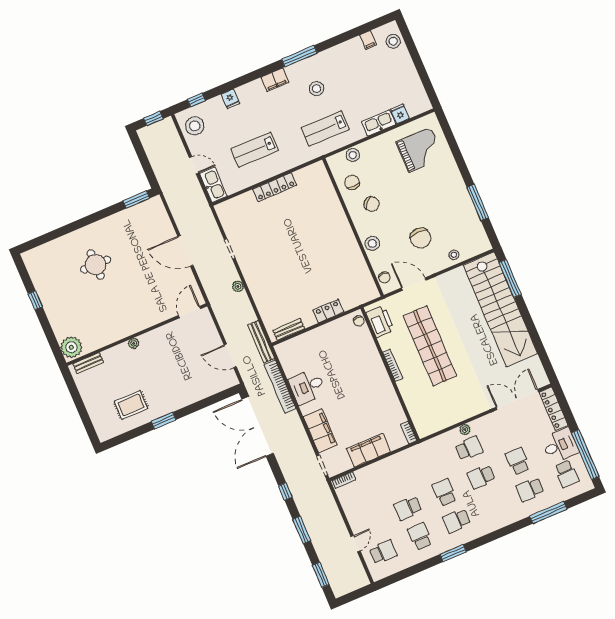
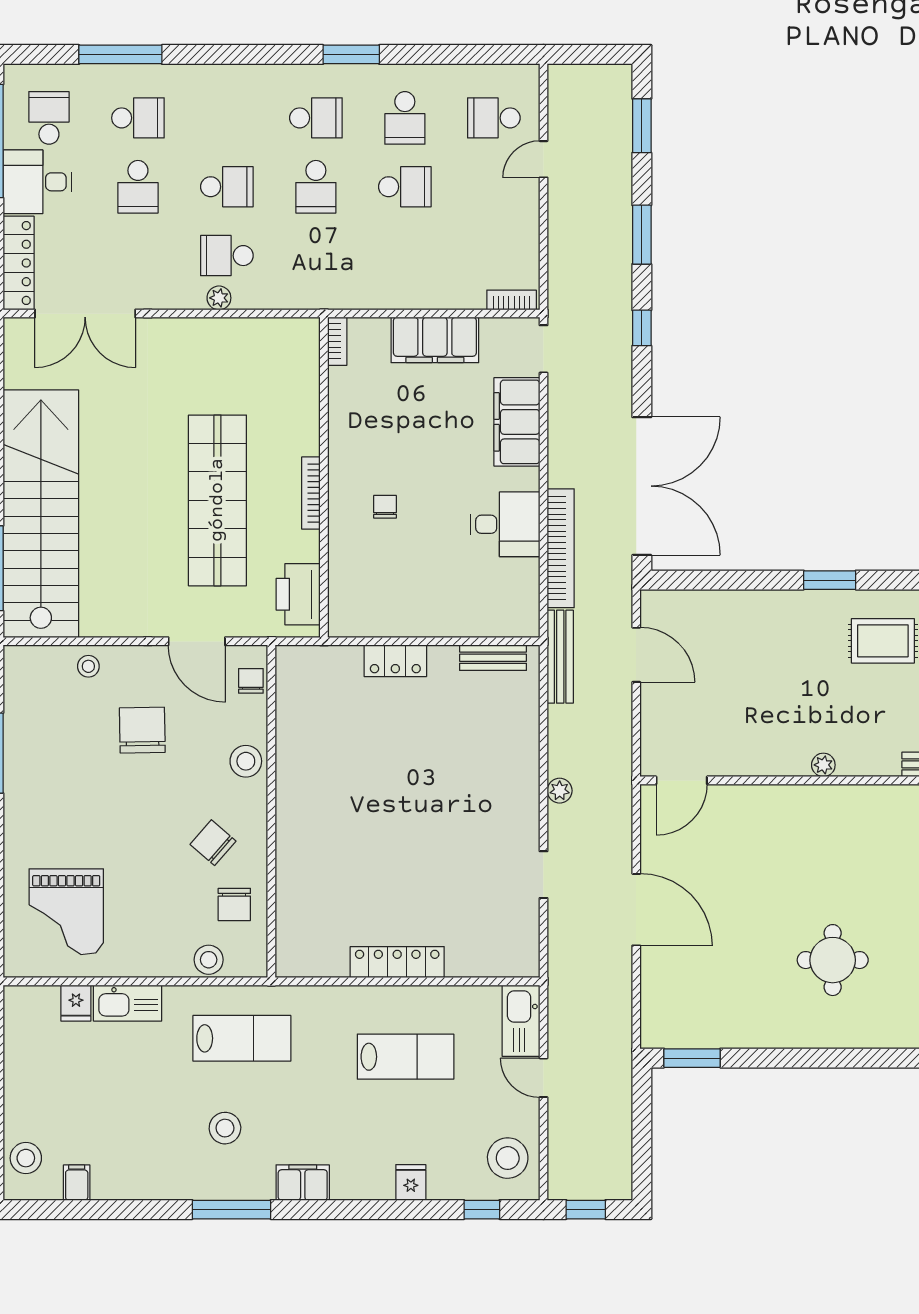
grand piano: (420, 150) -> (66, 912), turned -90
chair: (359, 321) -> (385, 507), moved

